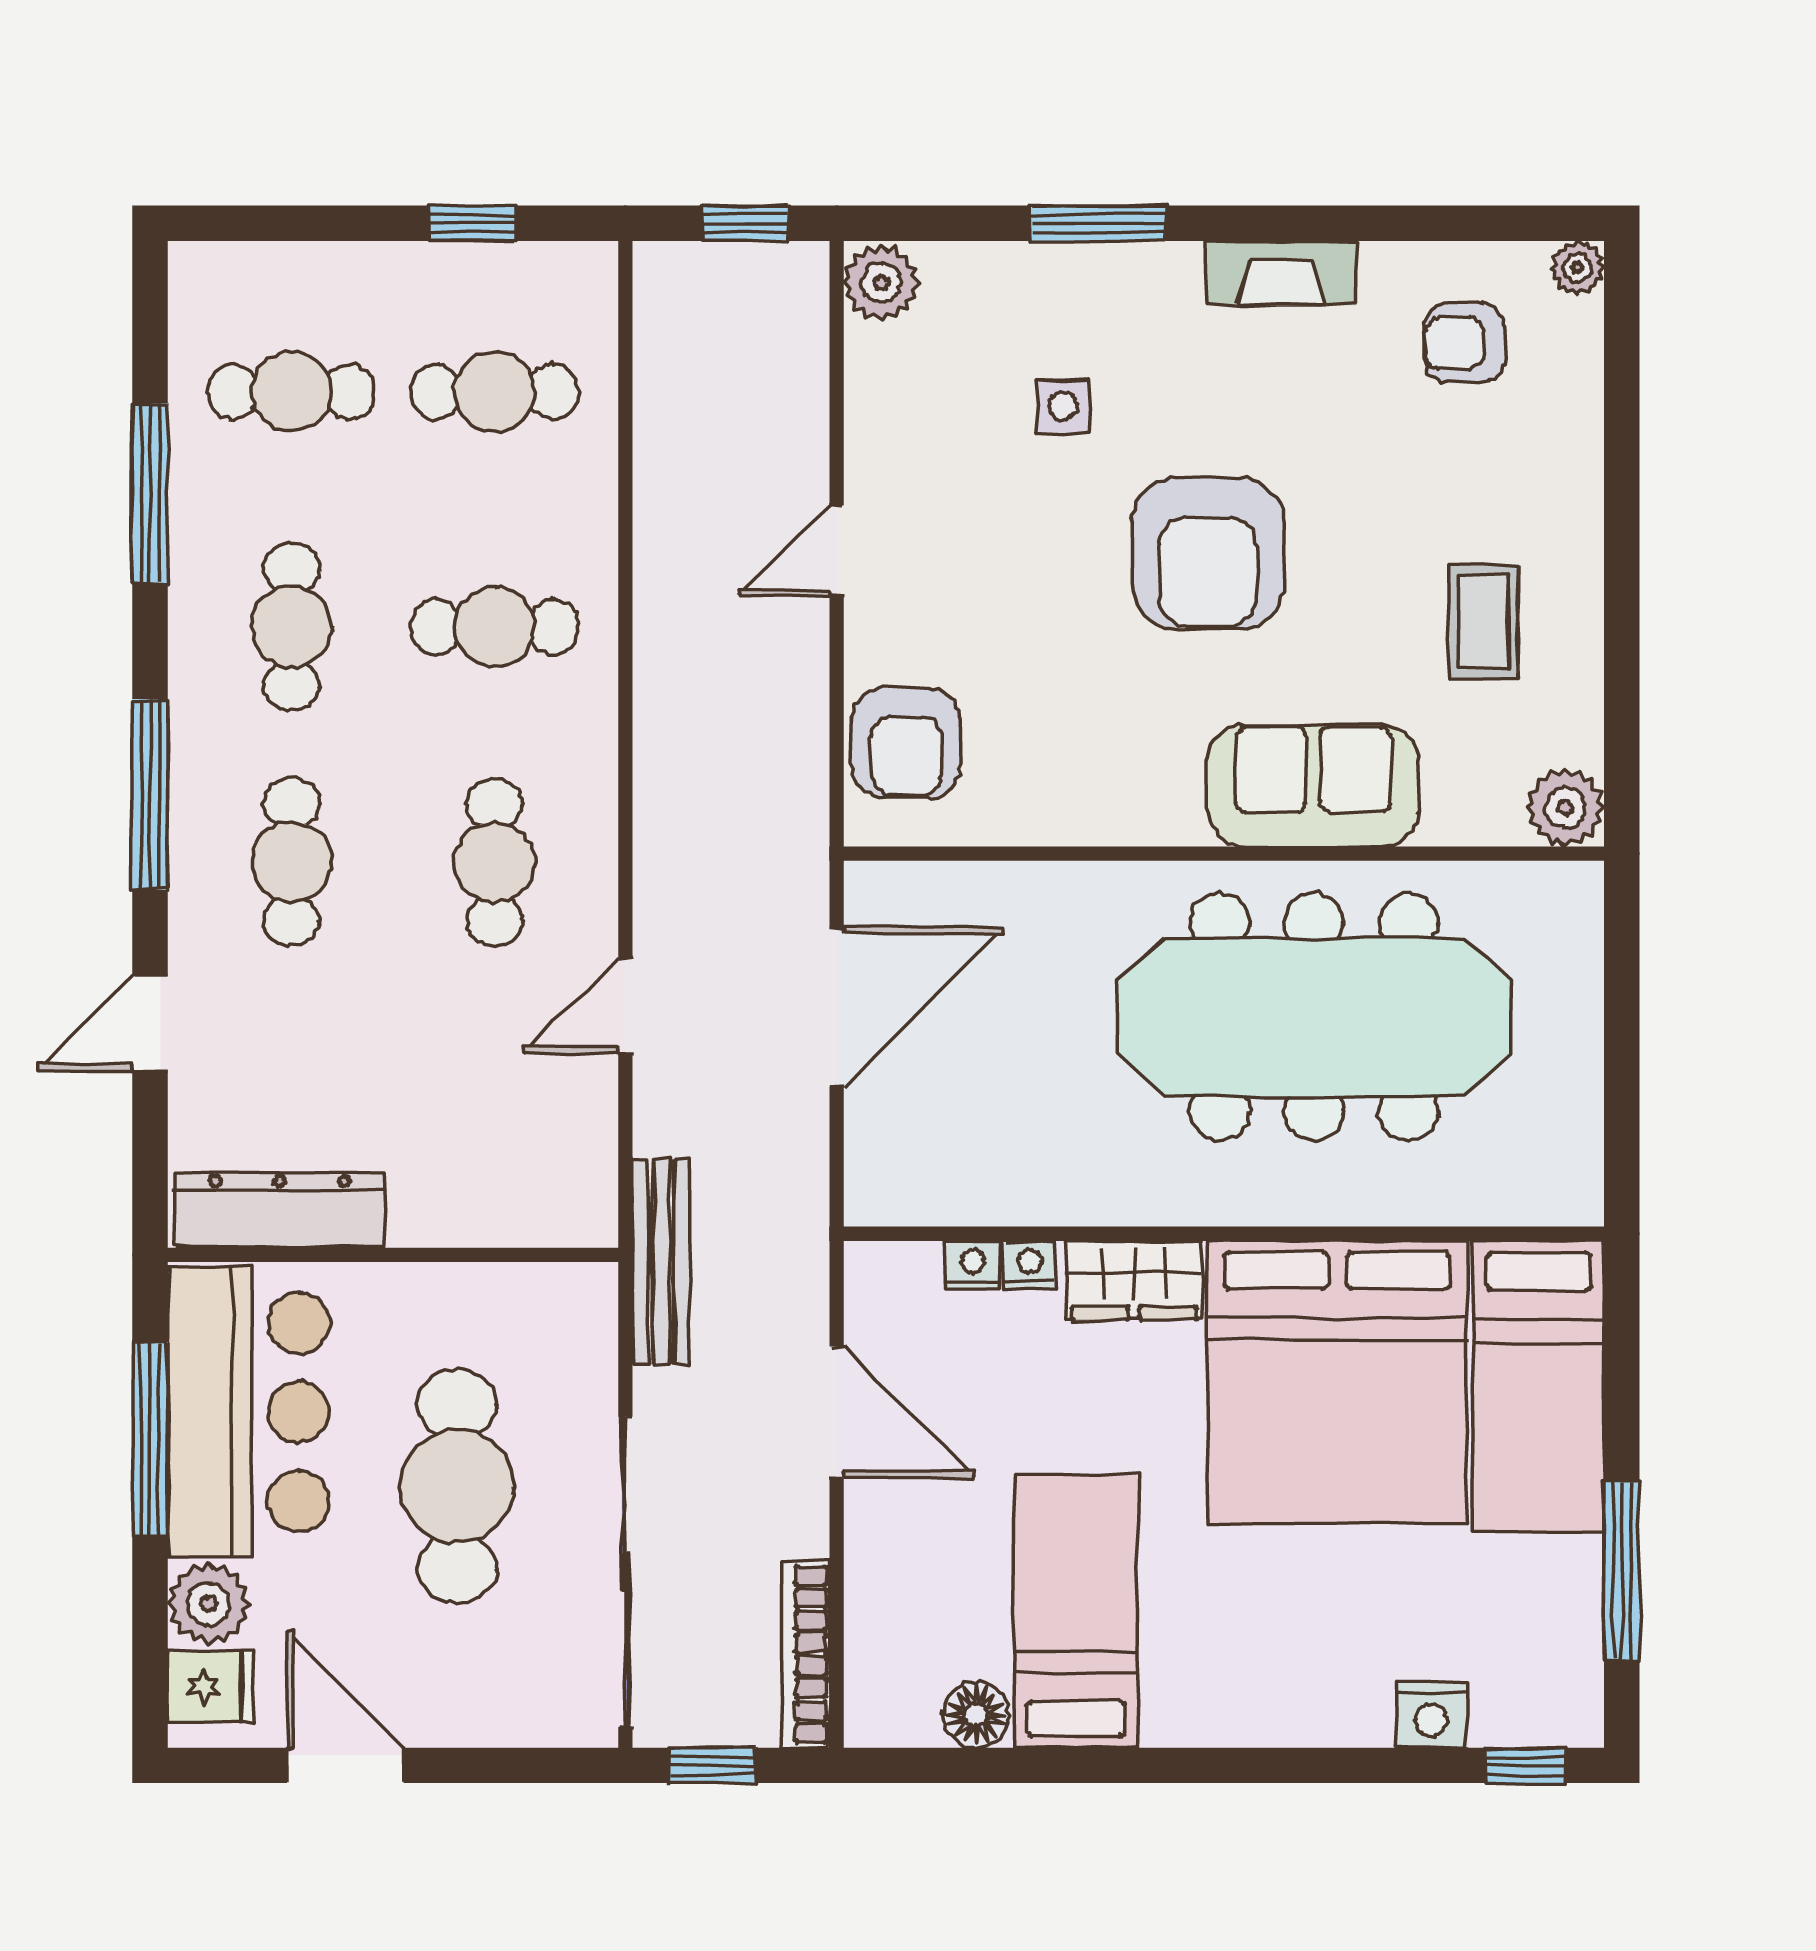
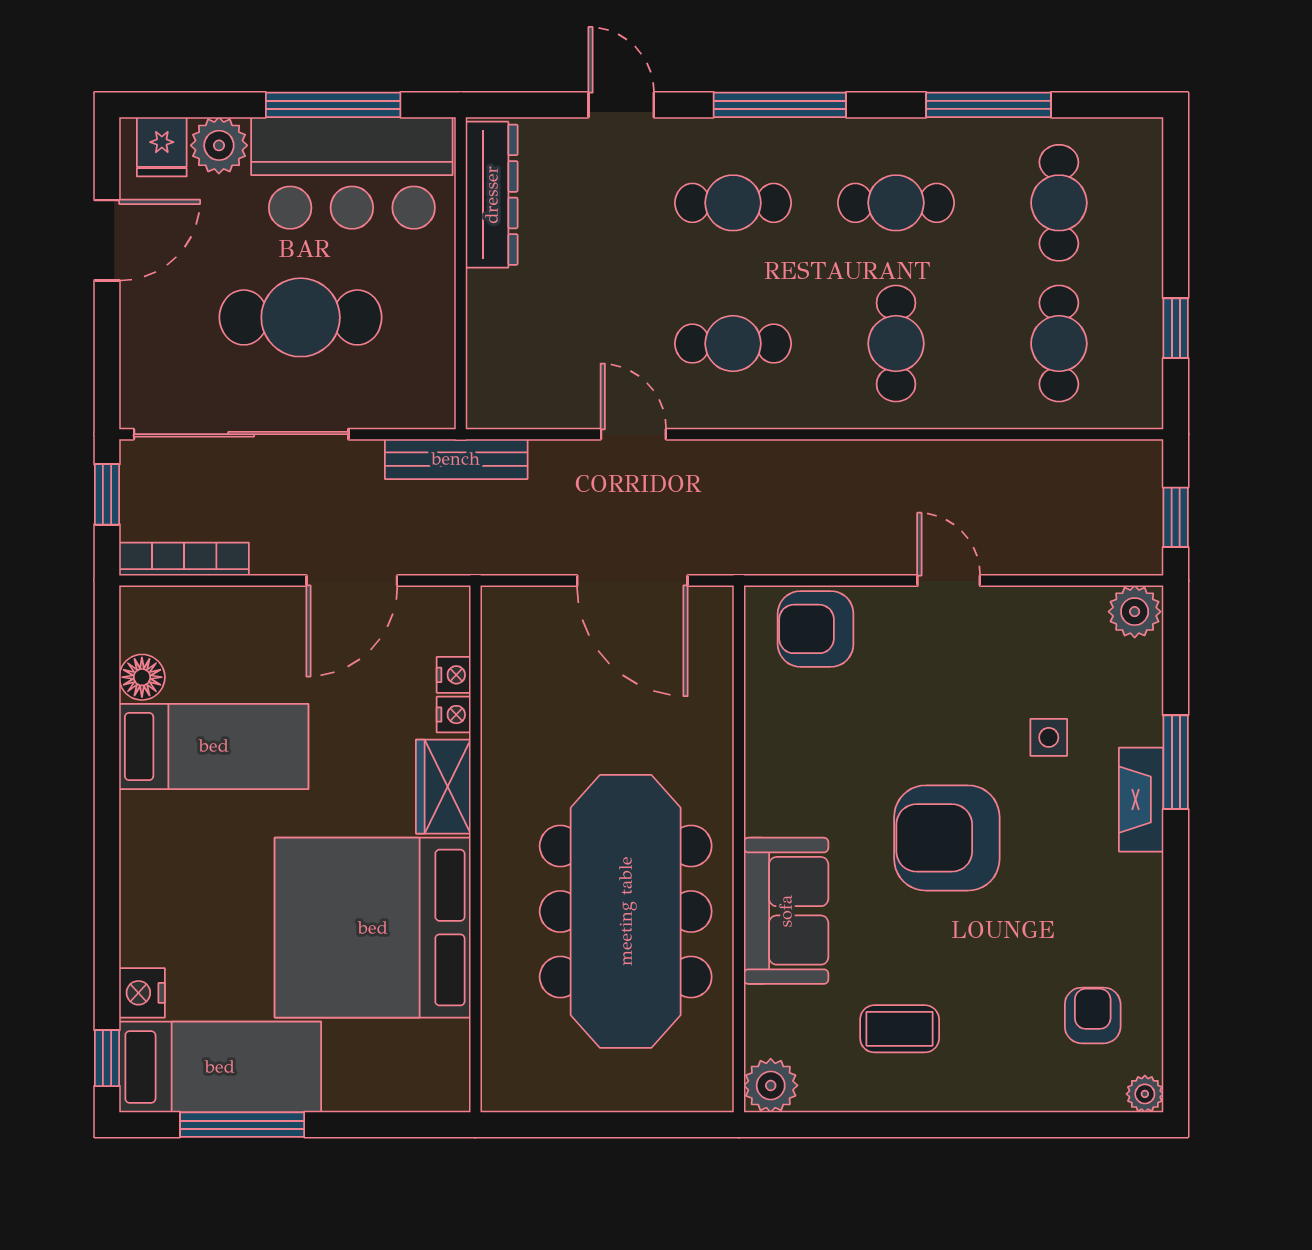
fireplace: (1281, 273) -> (1141, 800), moved
bed: (1539, 1387) -> (220, 1067), moved, turned 180

